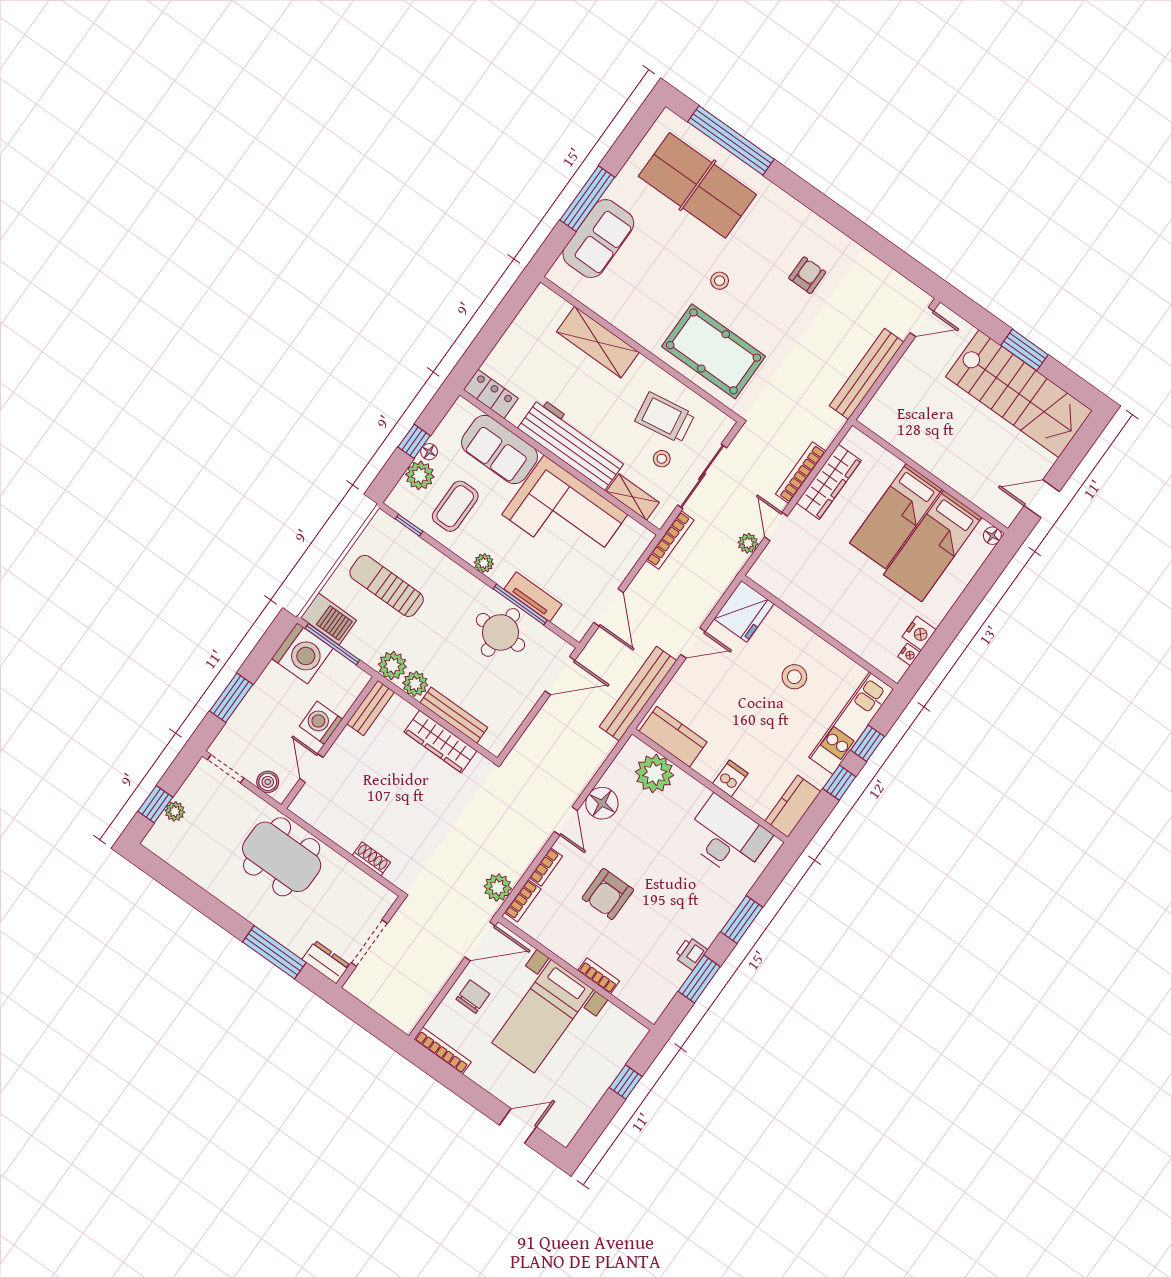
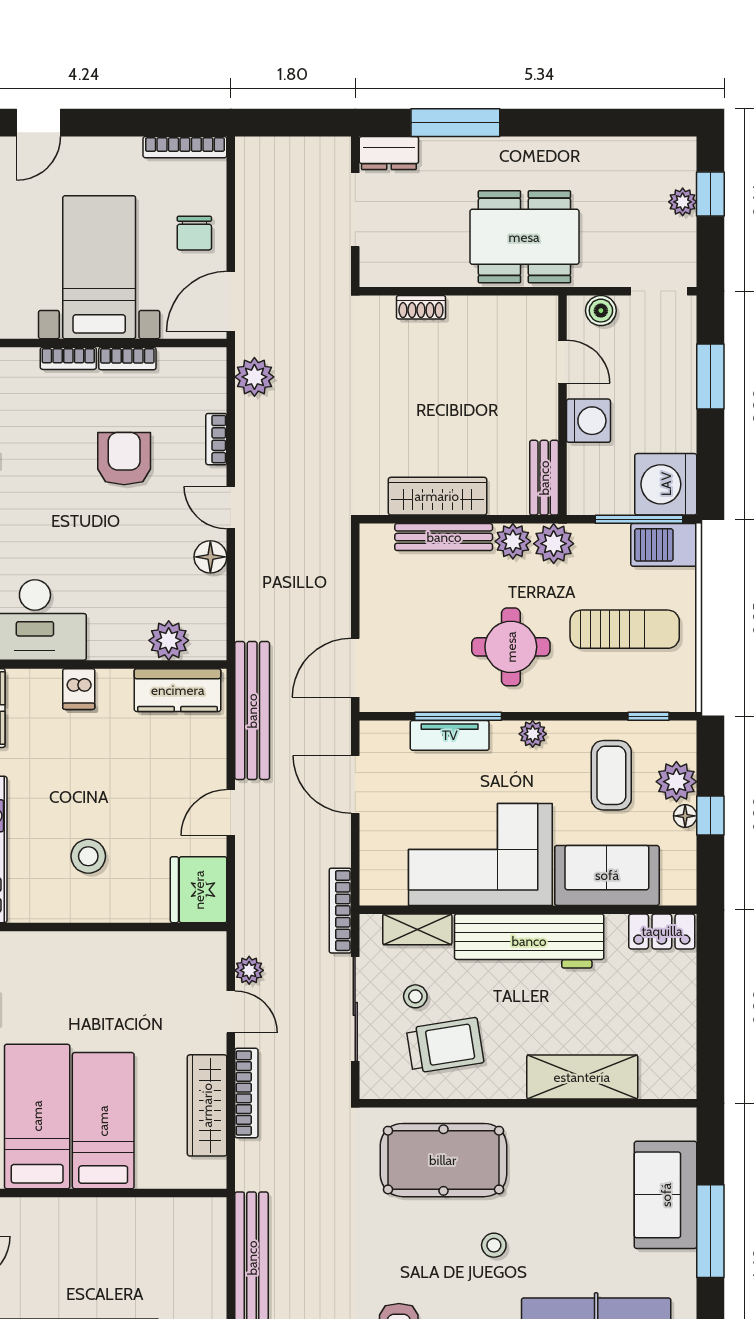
round table: (500, 632) -> (511, 647), moved
plant: (655, 774) -> (169, 640), width x0.73, depth x0.73
floor lamp: (602, 803) -> (210, 557), width x0.73, depth x0.73
bookcase: (523, 901) -> (127, 359), moved, turned -90

